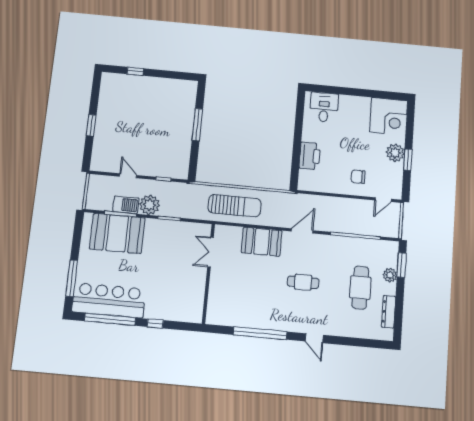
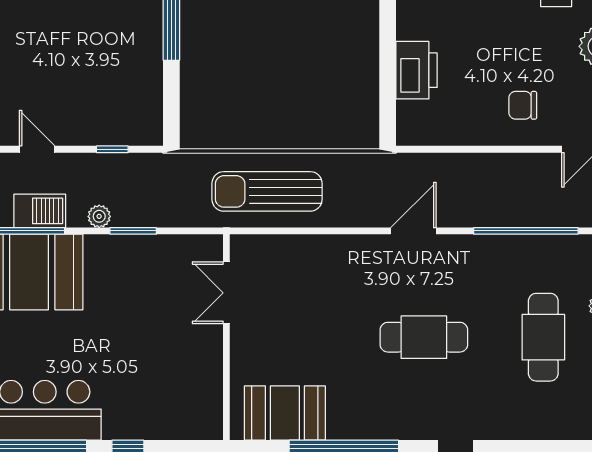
plant: (150, 205) -> (99, 216), width x0.53, depth x0.53
sun lounger: (235, 206) -> (267, 191), turned 180
booth: (262, 242) -> (285, 413), moved
cafe table: (303, 282) -> (424, 337), width x1.37, depth x1.35

